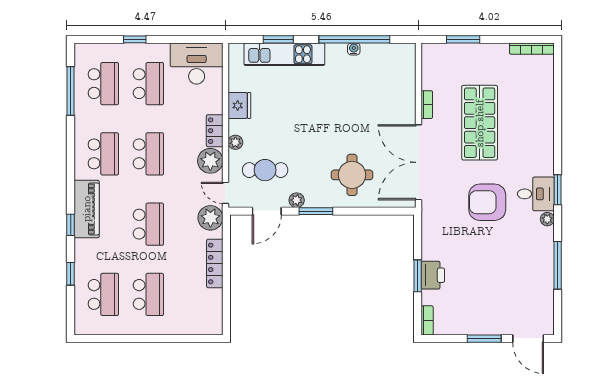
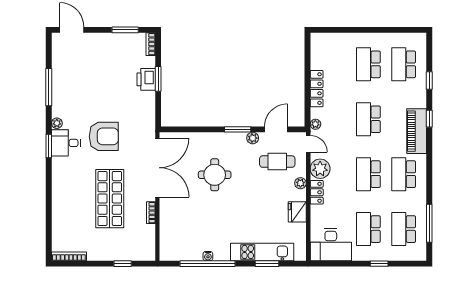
window: (463, 39) -> (123, 264), width x0.67
round table: (352, 175) -> (215, 175), moved
plant: (210, 218) -> (315, 124), width x0.53, depth x0.53
window: (484, 339) -> (125, 30), moved

